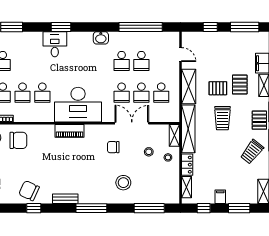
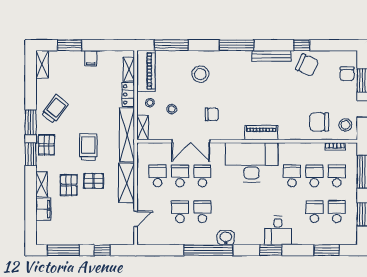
window: (141, 27) -> (208, 250), moved
door: (181, 55) -> (136, 219), swing flipped
school desk: (23, 61) -> (314, 212), added
piano: (172, 185) -> (146, 71), added
bench: (65, 199) -> (271, 56), width x1.36
window: (204, 208) -> (110, 45), removed

